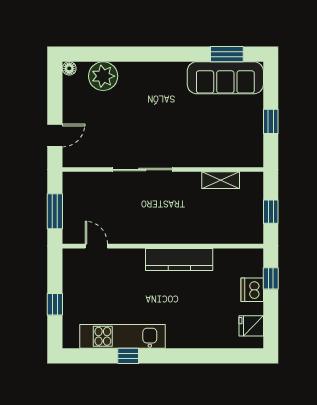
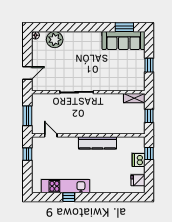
shelving: (221, 180) -> (134, 98), moved
window: (55, 304) -> (27, 154), moved

